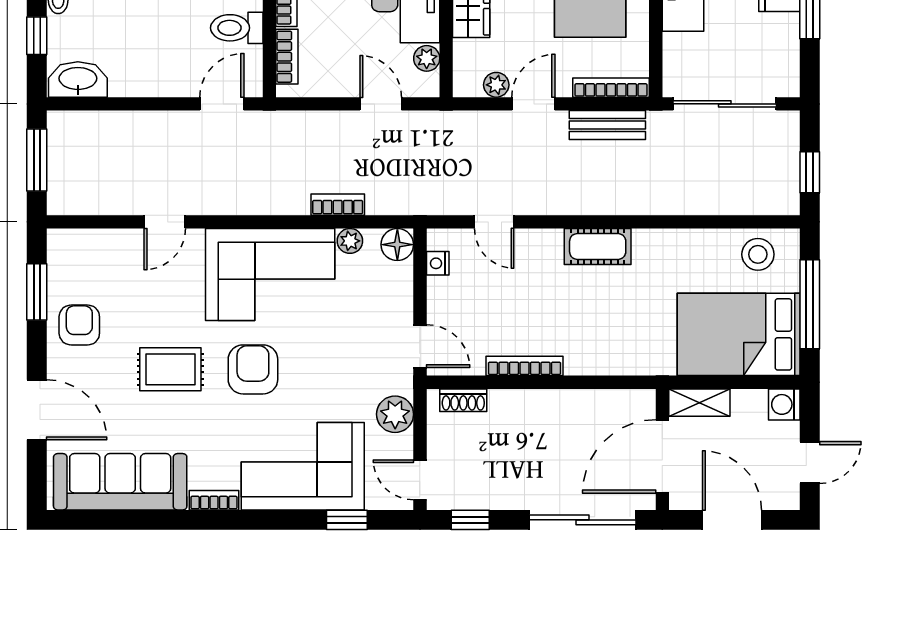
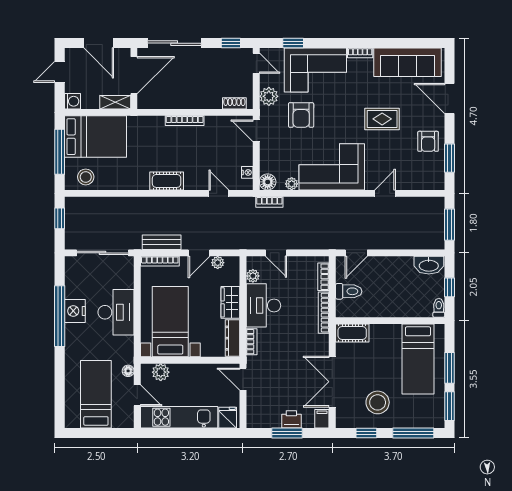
bookcase: (338, 205) -> (269, 202), moved
bookcase: (525, 366) -> (185, 121), moved
armchair: (253, 369) -> (301, 115), moved

